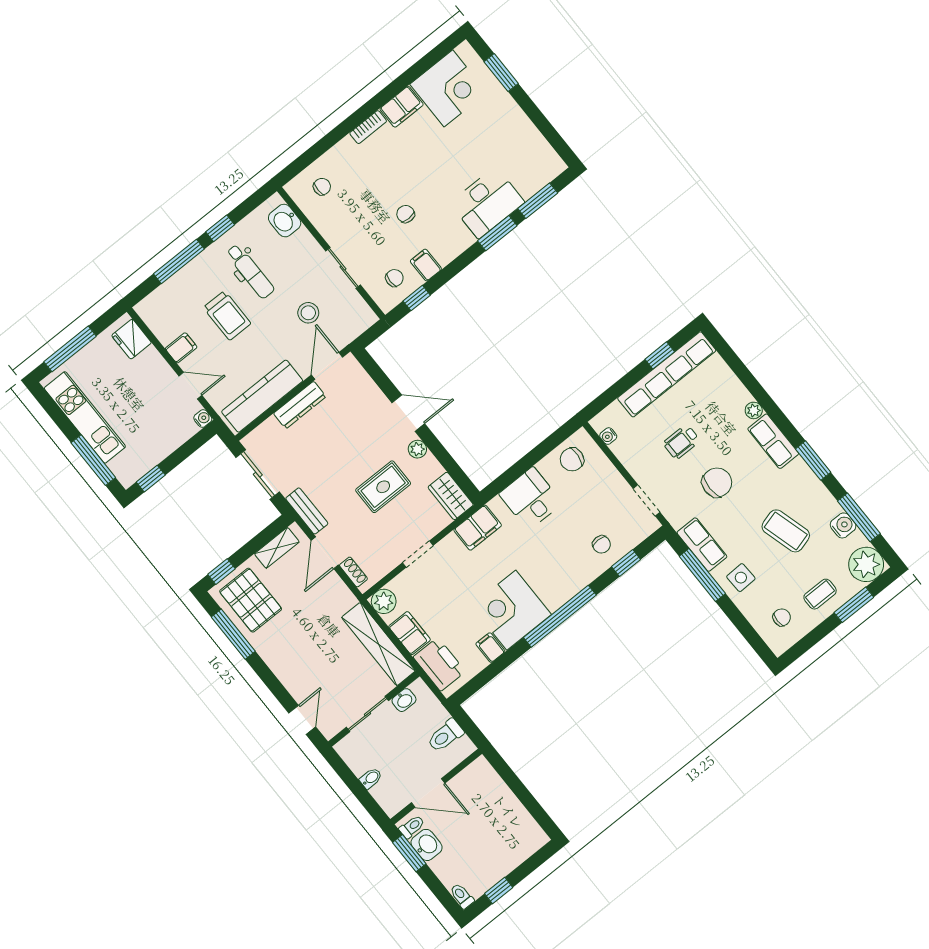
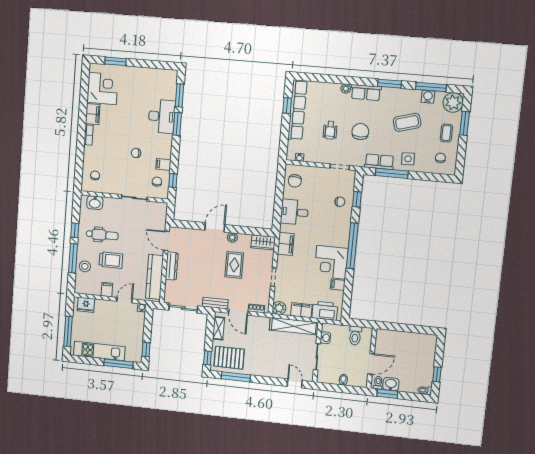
stool: (308, 313) -> (85, 266), moved

